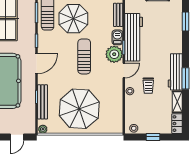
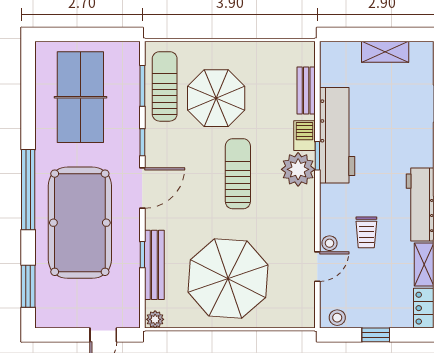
door: (124, 70) -> (317, 267), moved

